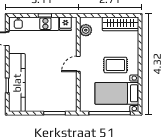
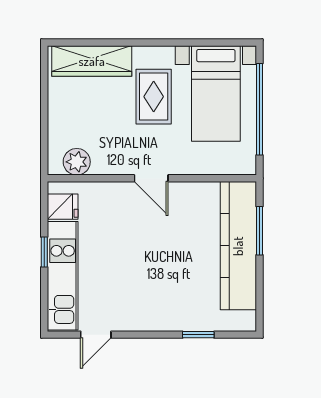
wardrobe: (120, 24) -> (92, 61), moved, turned 90
kitchen counter: (17, 83) -> (238, 246), moved, turned -90

